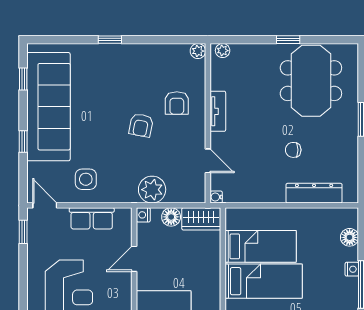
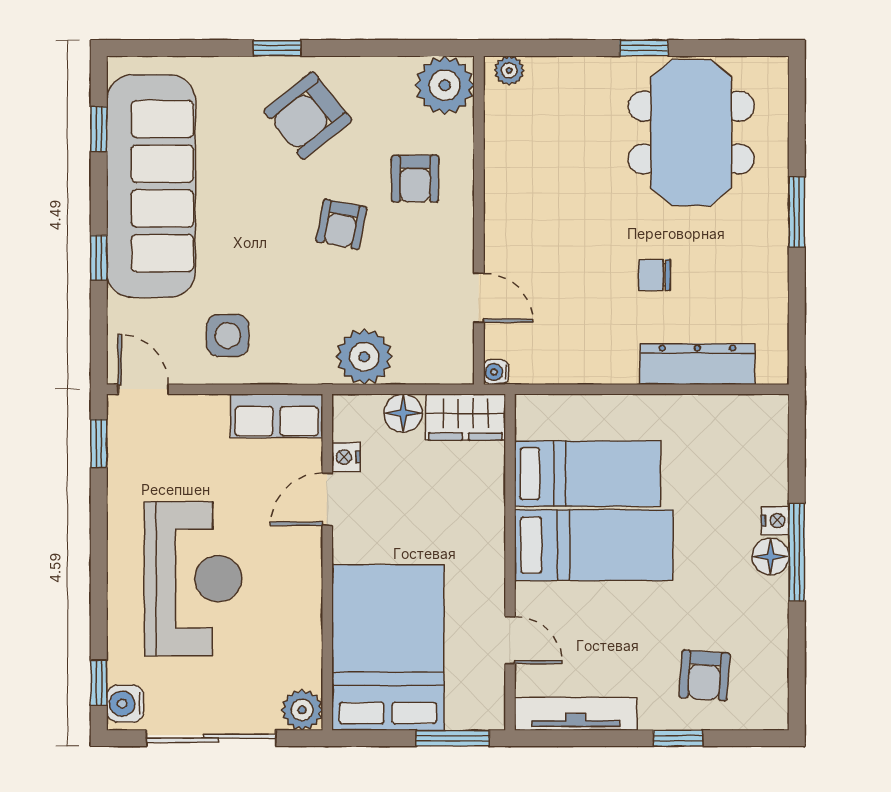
plant: (198, 51) -> (445, 85), width x1.87, depth x1.87
armchair: (125, 72) -> (308, 116), added
tv unit: (218, 111) -> (499, 196), removed
nightstand: (143, 215) -> (346, 457), moved
row of seats: (92, 218) -> (277, 416), moved
floor lamp: (350, 237) -> (771, 557), moved

